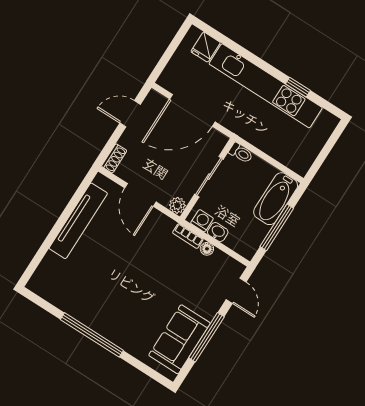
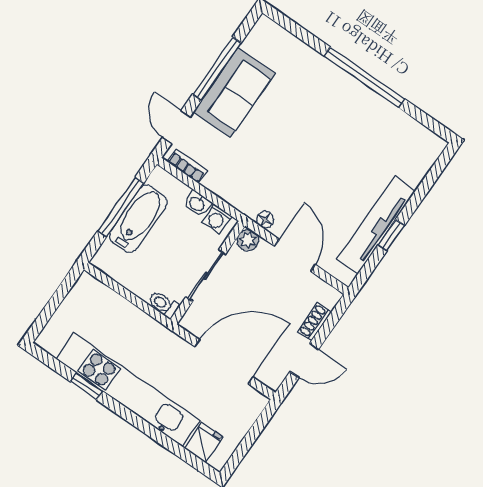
shoe rack: (114, 158) -> (314, 322), moved
bathtub: (276, 199) -> (138, 219), moved
window: (66, 213) -> (391, 235), added
bookcase: (188, 236) -> (187, 166), moved
floor lamp: (207, 249) -> (265, 220), moved
sofa: (180, 339) -> (234, 93), moved

